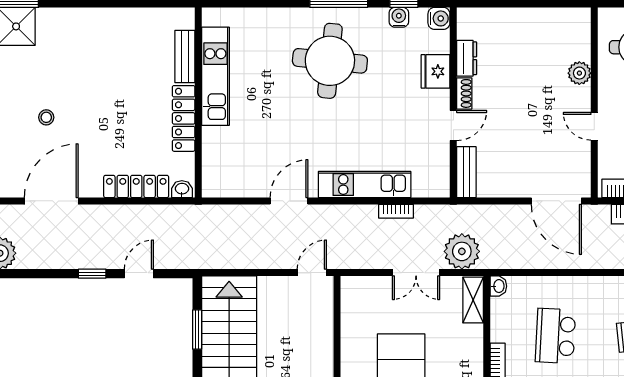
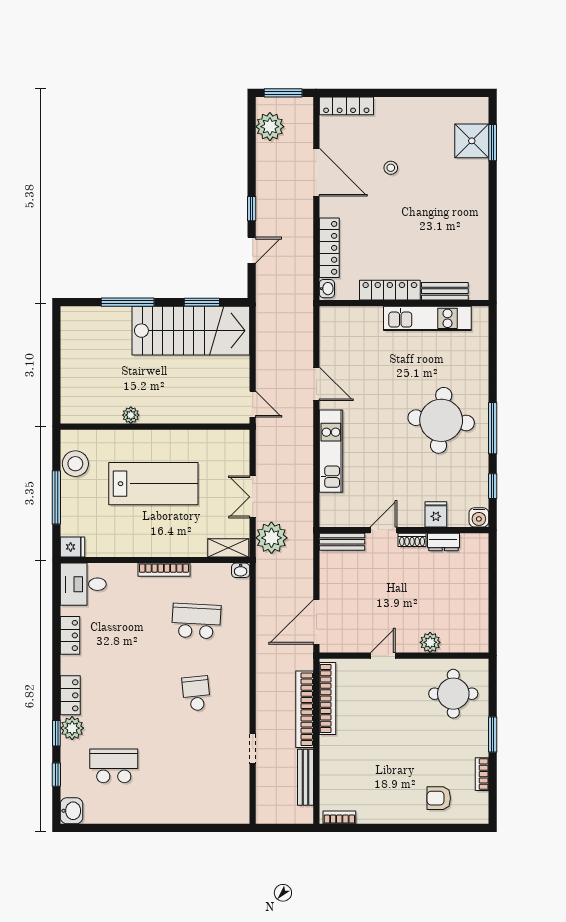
water cooler: (399, 17) -> (480, 482), removed
fridge: (436, 71) -> (436, 514), width x0.72
door: (453, 126) -> (384, 530), swing flipped
bookcase: (396, 211) -> (307, 479), removed
door: (139, 274) -> (252, 250), hinge flipped

